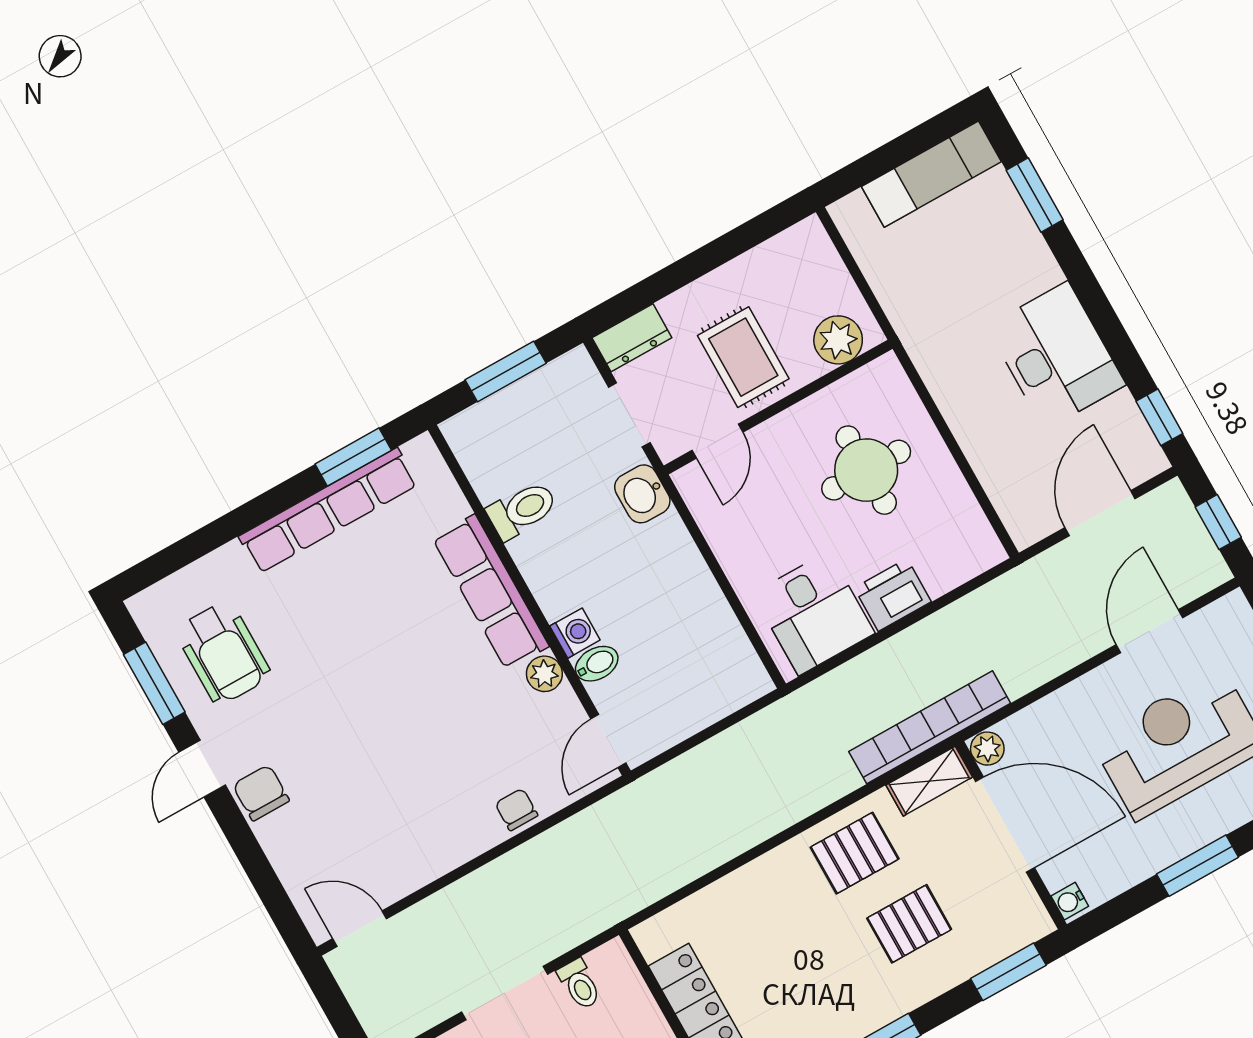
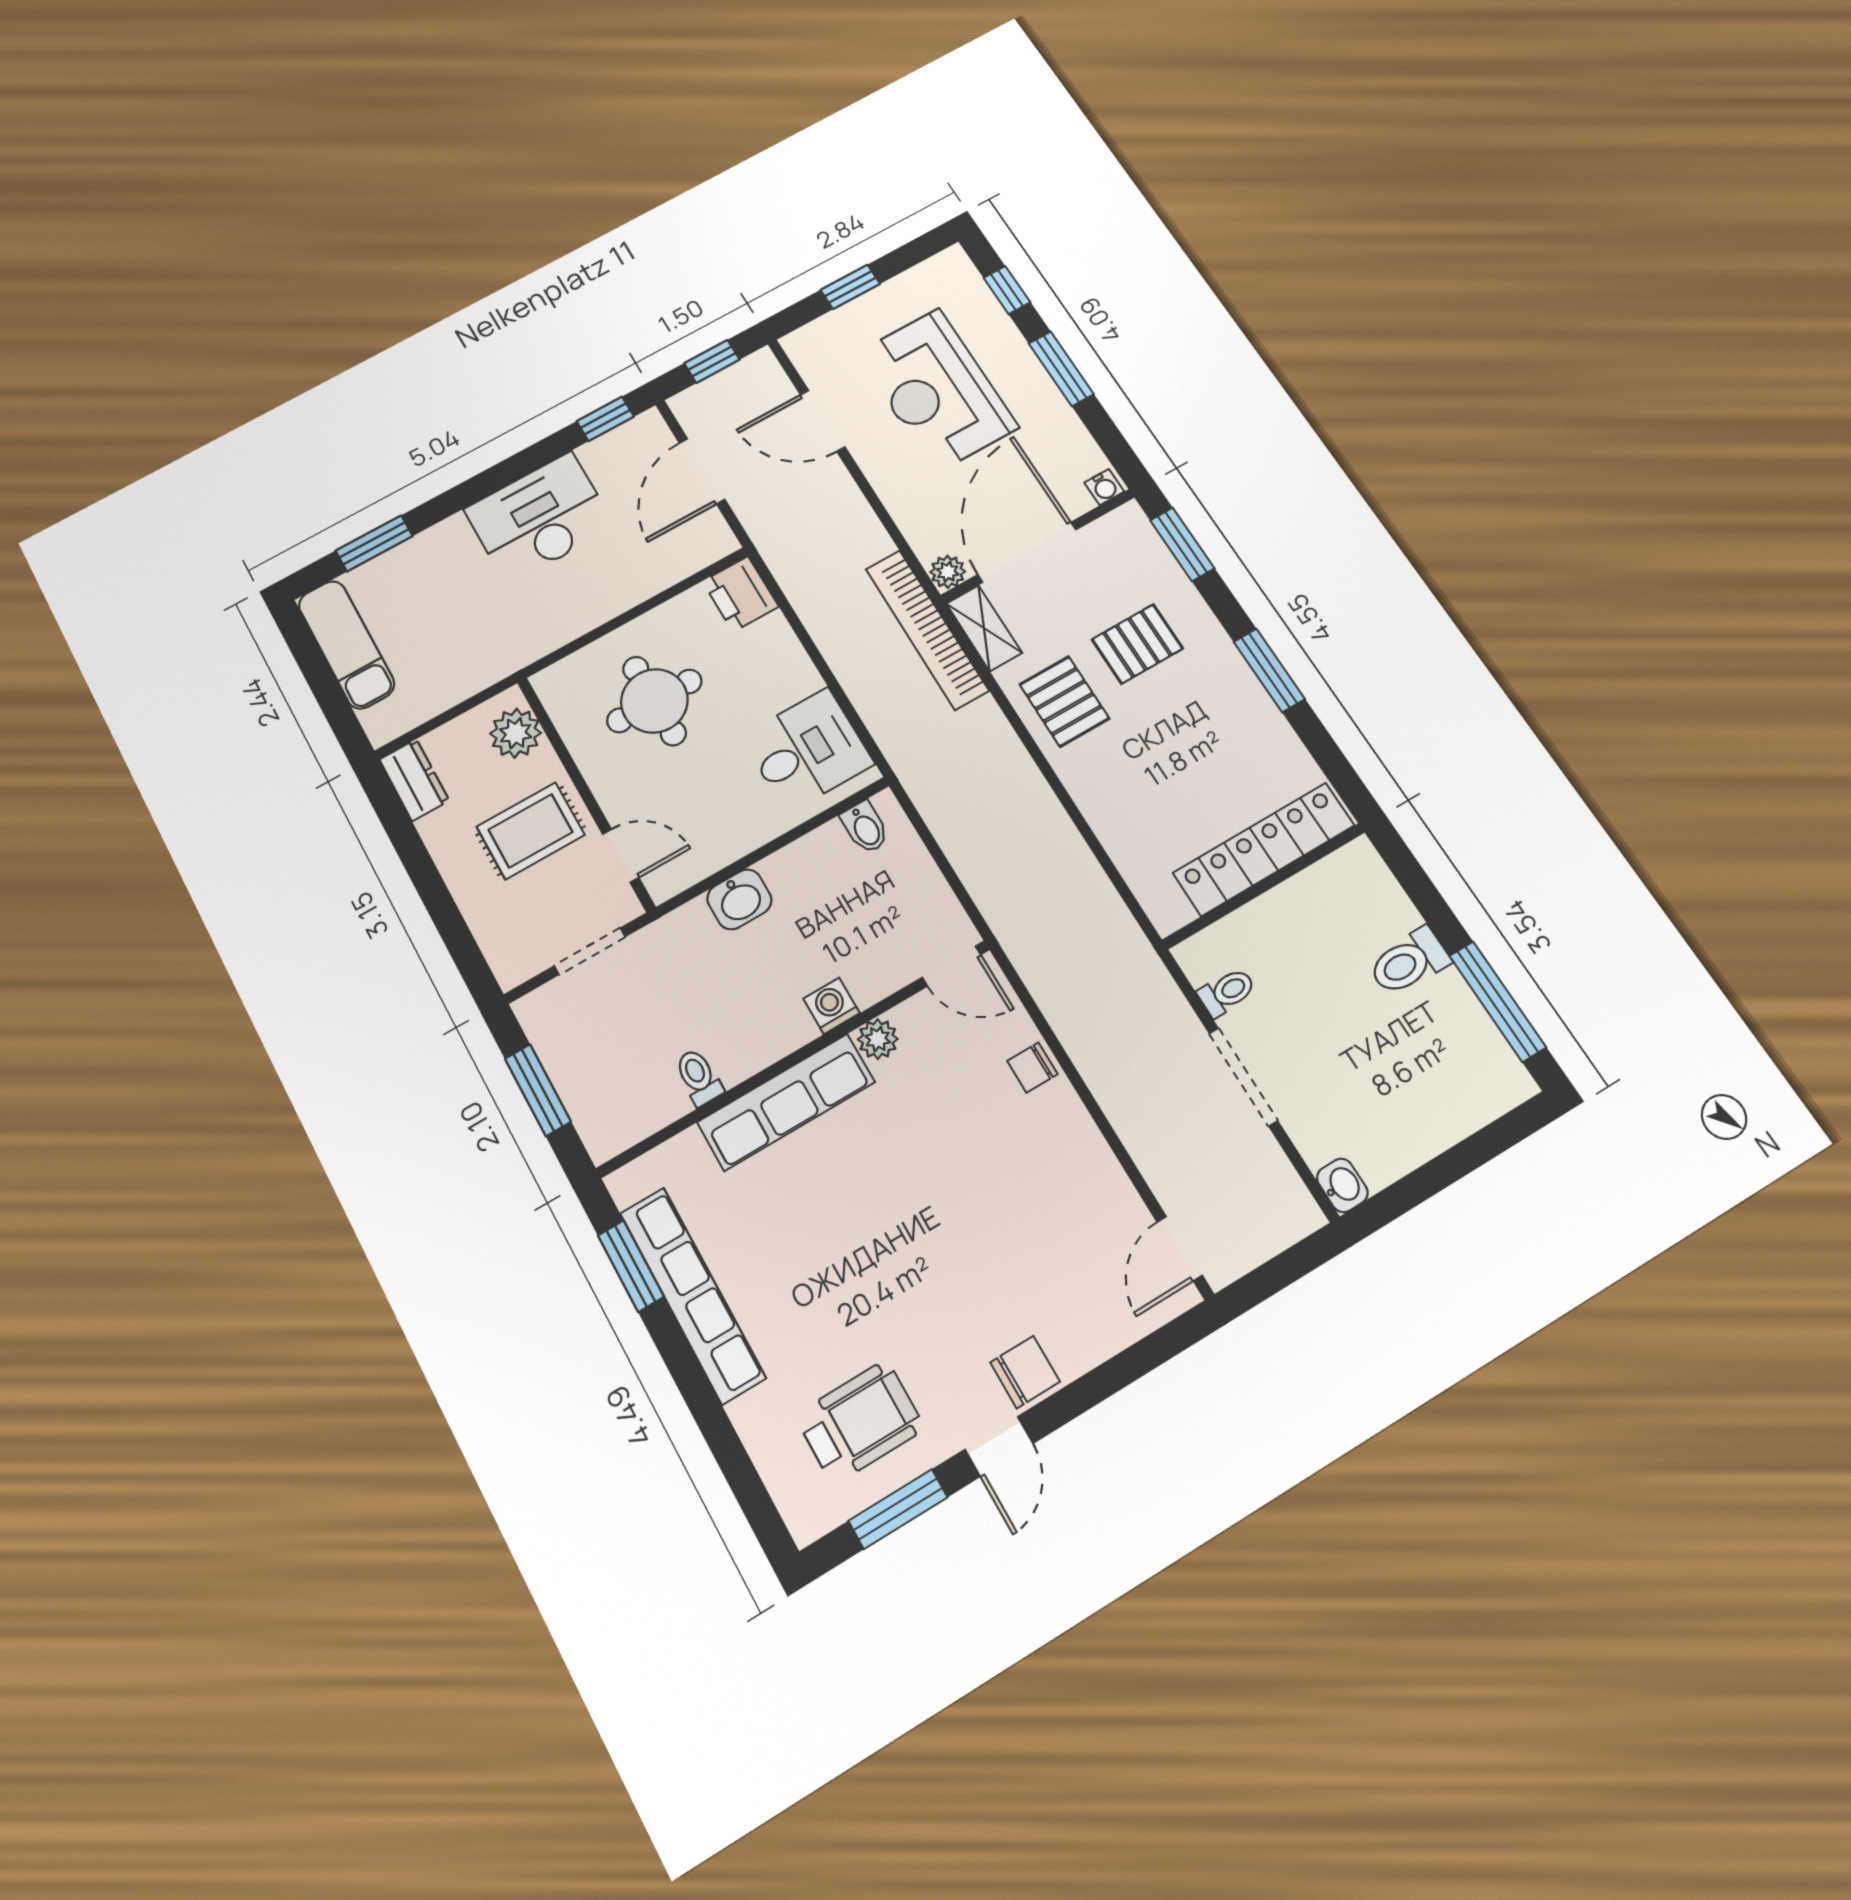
dresser: (632, 338) -> (414, 780), moved
washbasin: (642, 494) -> (739, 899), moved
toilet: (522, 510) -> (699, 1077), width x0.73, depth x0.72
door: (1100, 513) -> (702, 471), hinge flipped
printer: (893, 595) -> (740, 594), moved
bidet: (597, 664) -> (865, 827), moved, turned 180
door: (202, 769) -> (999, 1446), hinge flipped
chair: (261, 793) -> (1025, 1372), turned 180
pallet: (909, 924) -> (1137, 644), turned 90

